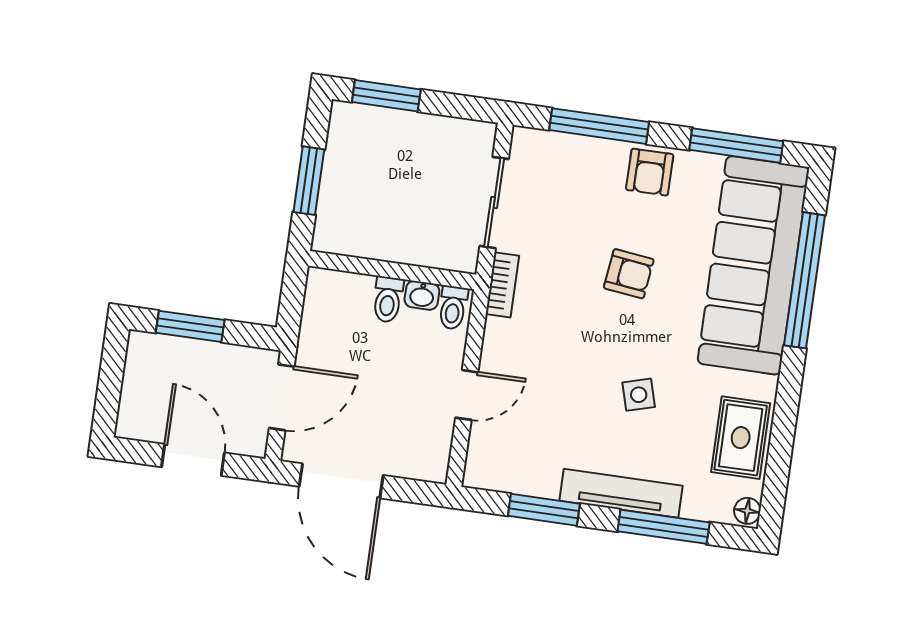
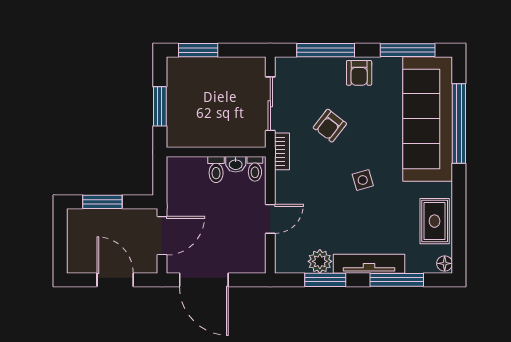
armchair: (629, 274) -> (330, 126), moved, turned 121
side table: (639, 395) -> (363, 180), moved
plant: (539, 478) -> (320, 261), added

